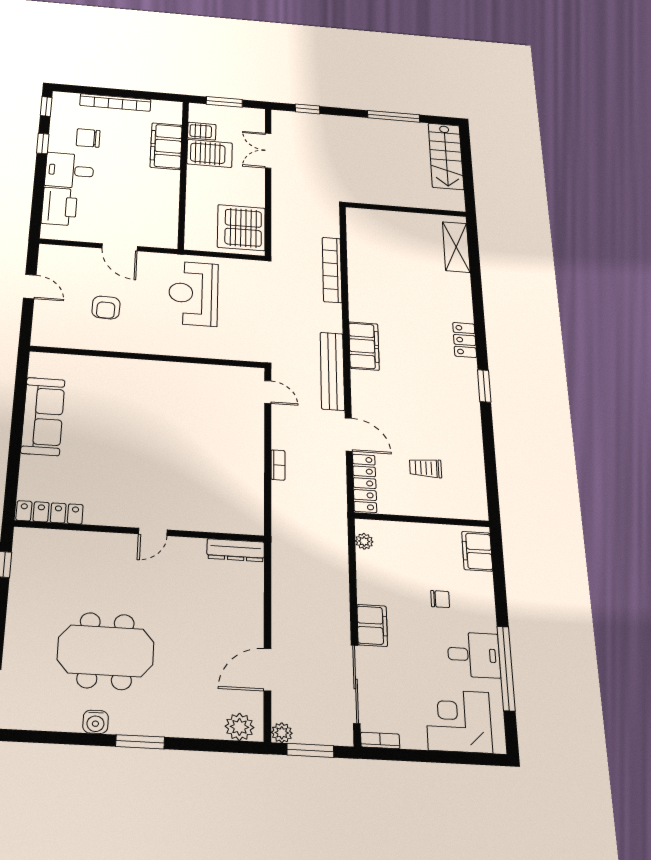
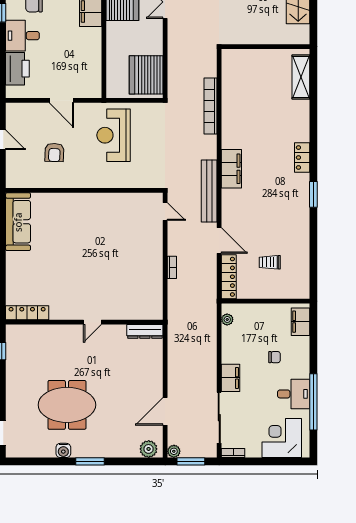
sofa: (43, 416) -> (18, 222), moved

